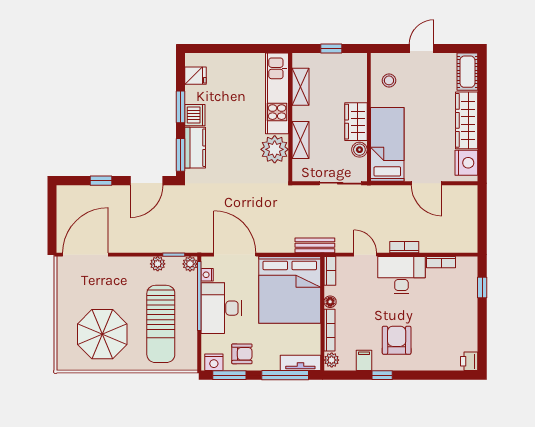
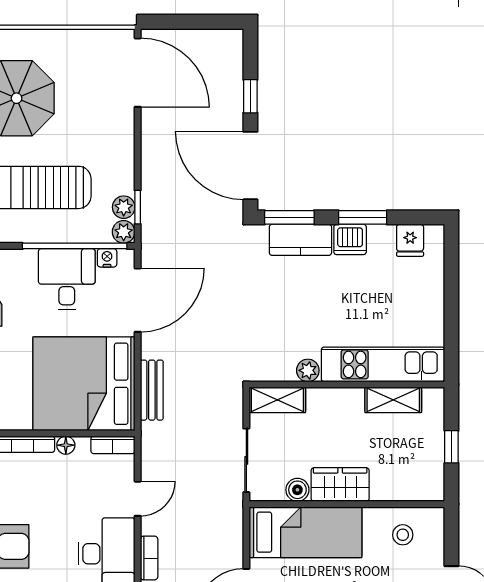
shelving: (300, 140) -> (277, 400), moved
plant: (275, 149) -> (308, 370), width x0.53, depth x0.53
door: (146, 181) -> (250, 166), width x1.36
bench: (315, 245) -> (152, 390), moved
plant: (158, 264) -> (124, 207), moved
desk: (221, 308) -> (67, 279), width x0.73

